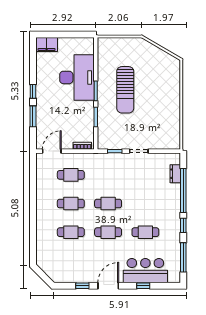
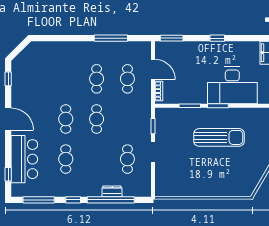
sun lounger: (125, 90) -> (219, 137), turned 180
window: (33, 116) -> (172, 38), moved
door: (52, 151) -> (153, 69), moved
dresser: (175, 174) -> (112, 191), moved
window: (33, 190) -> (111, 38), added
cafe table: (71, 232) -> (127, 159), moved
window: (82, 286) -> (8, 79), moved
window: (143, 286) -> (8, 174), moved

